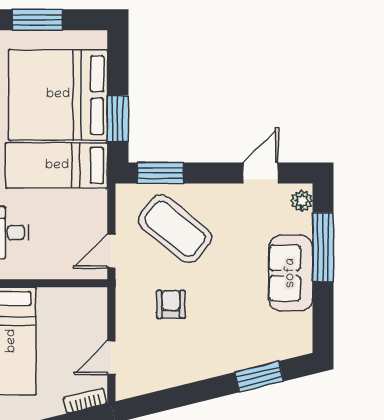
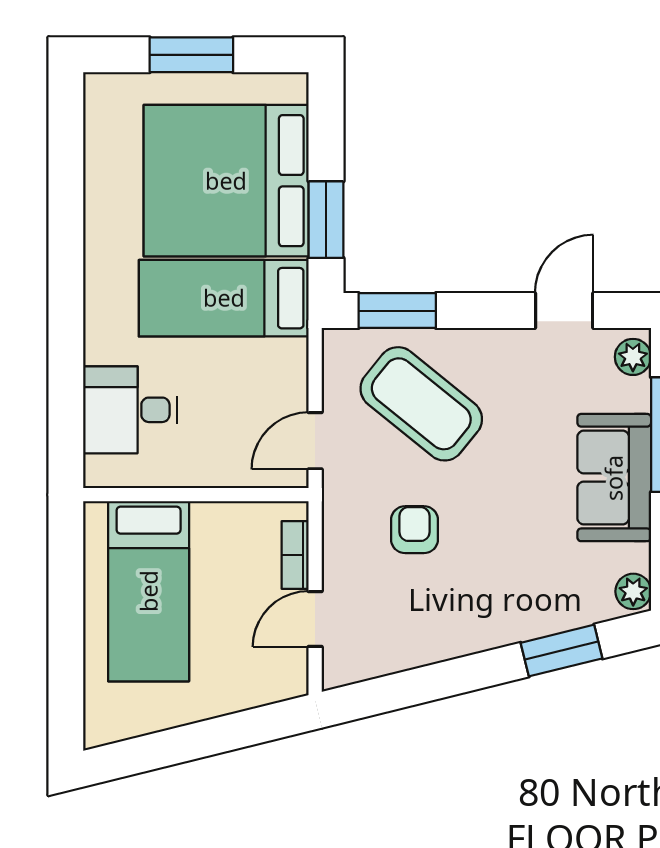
plant: (302, 341) -> (633, 591), added
bookcase: (85, 401) -> (295, 555), moved, turned -76

